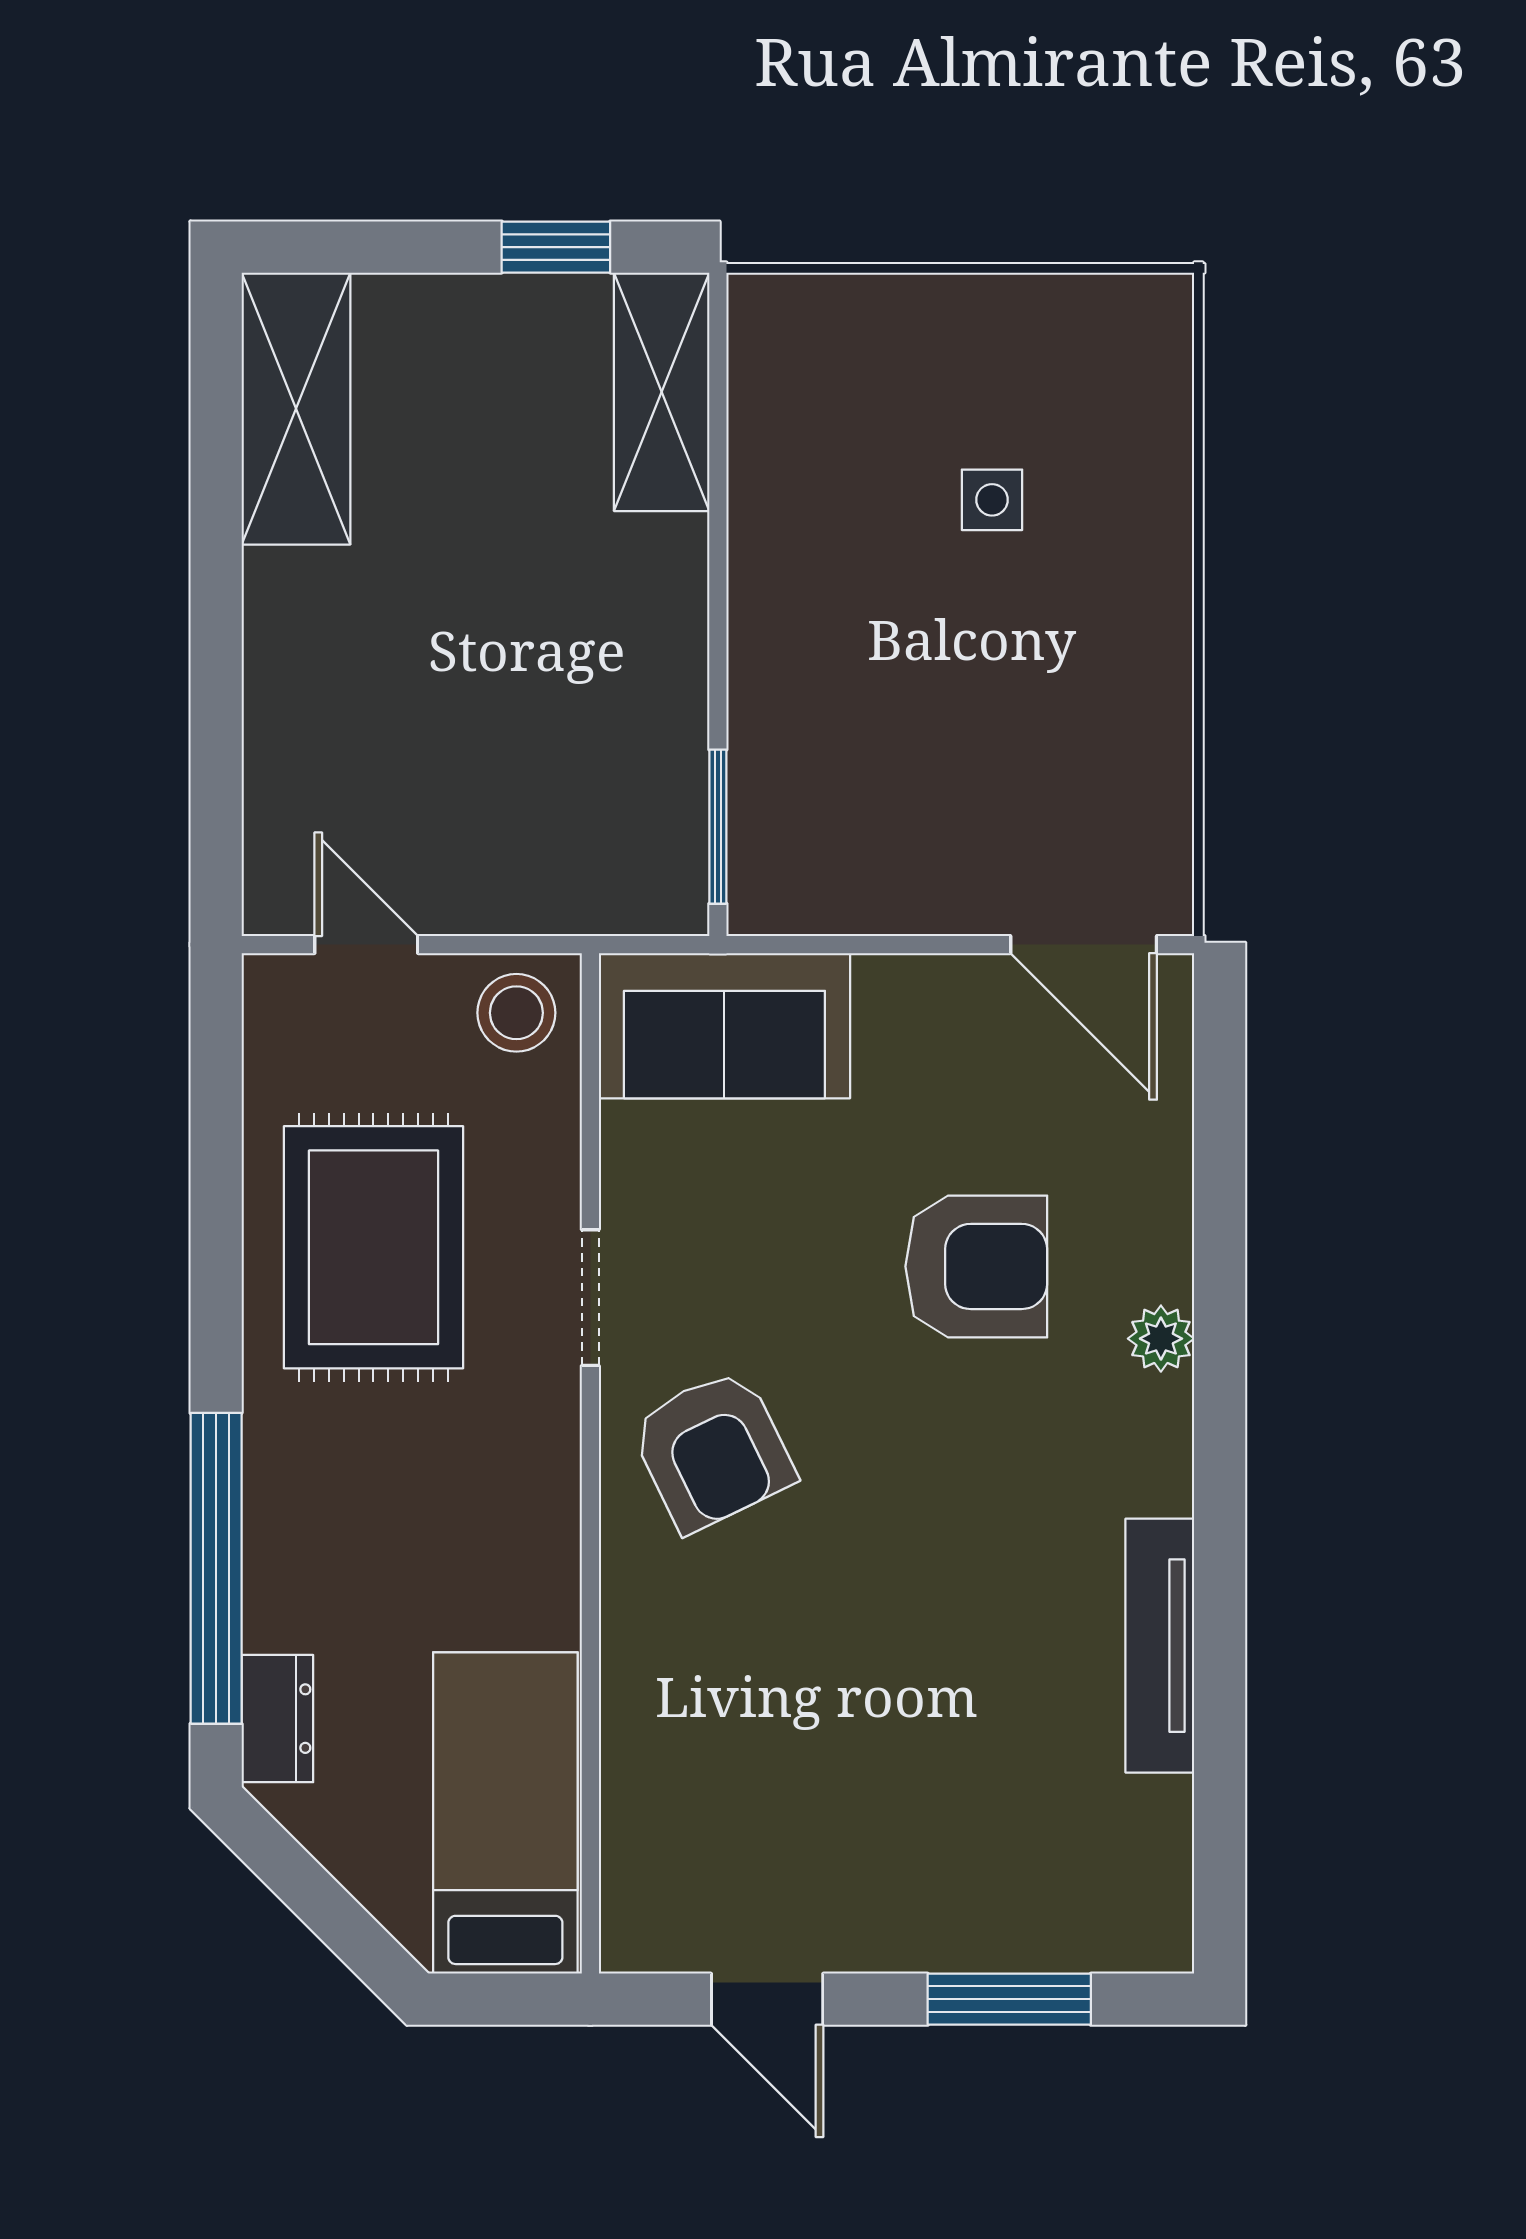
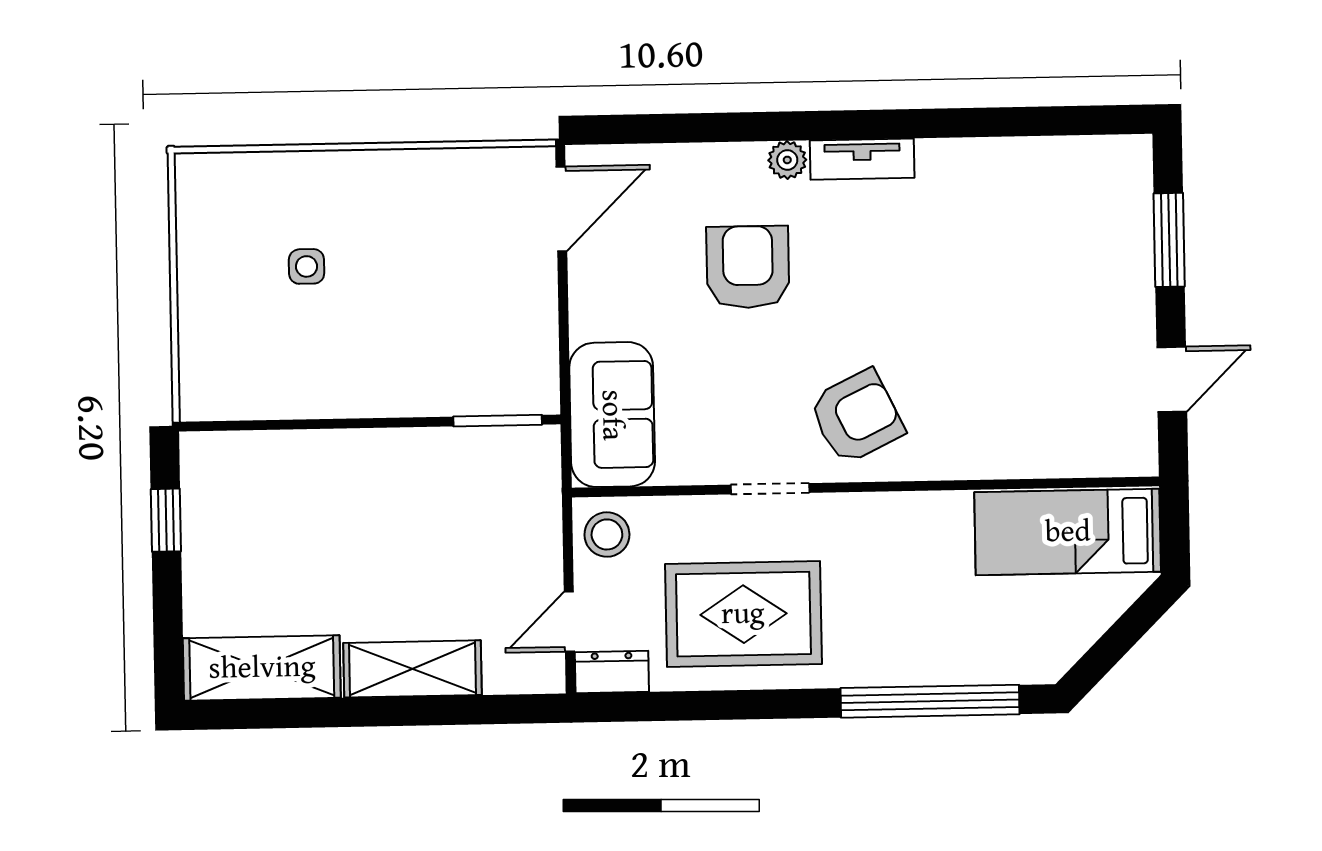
shelving: (662, 392) -> (413, 669), moved
tv unit: (1160, 1646) -> (862, 159), moved, width x0.71
dresser: (277, 1719) -> (612, 672), moved

